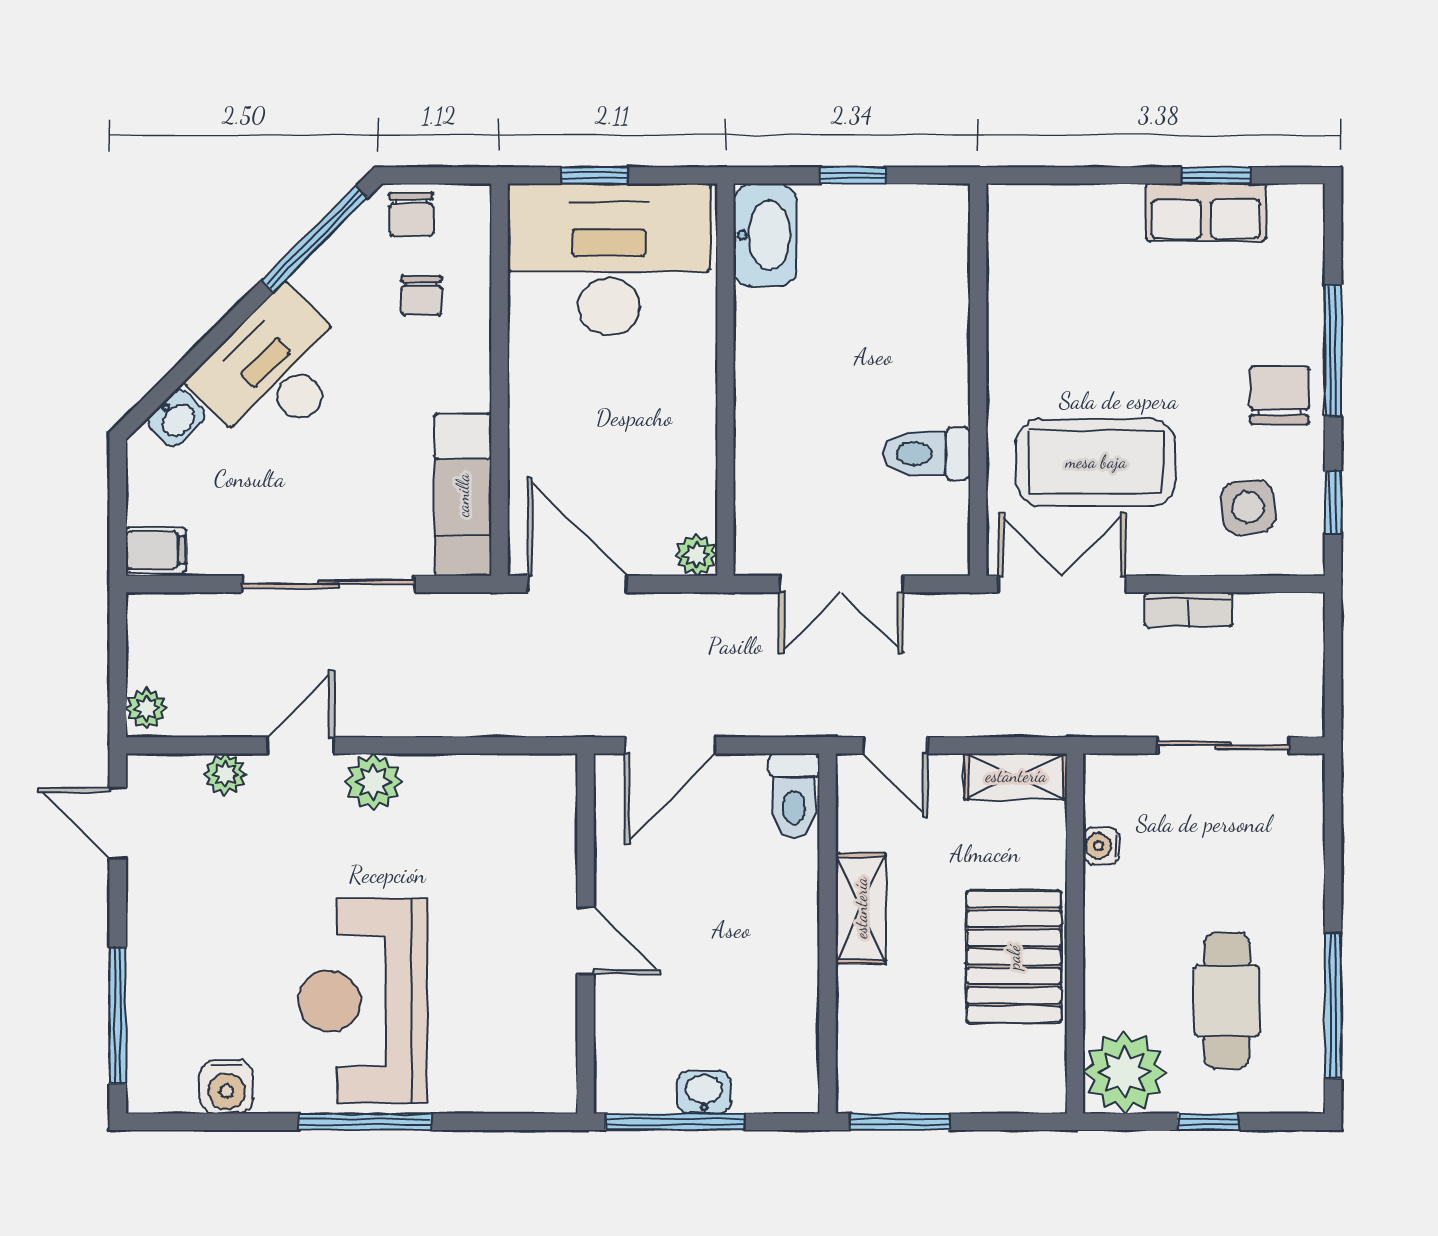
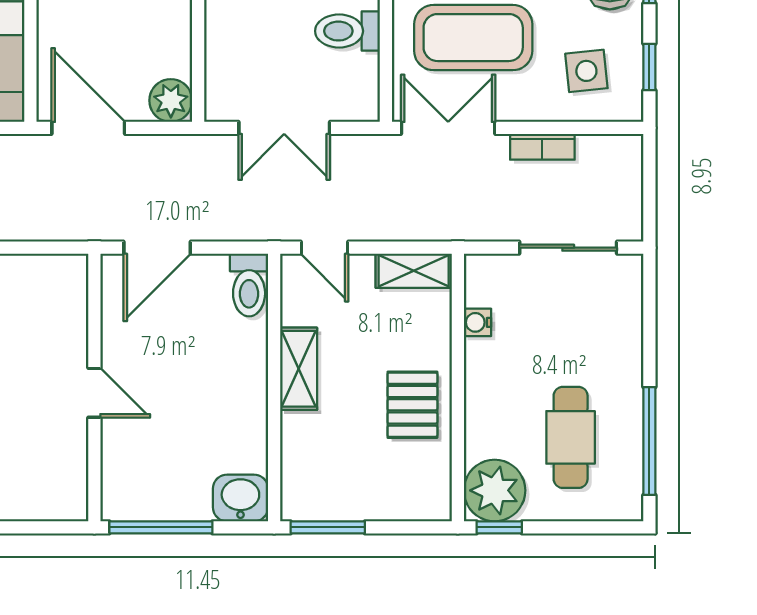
plant: (696, 555) -> (171, 100), width x1.38, depth x1.38
pallet: (1014, 957) -> (412, 405), width x0.67, depth x0.71
washbasin: (704, 1092) -> (240, 498), moved, width x1.38, depth x1.45
window: (1208, 1122) -> (499, 527), moved

